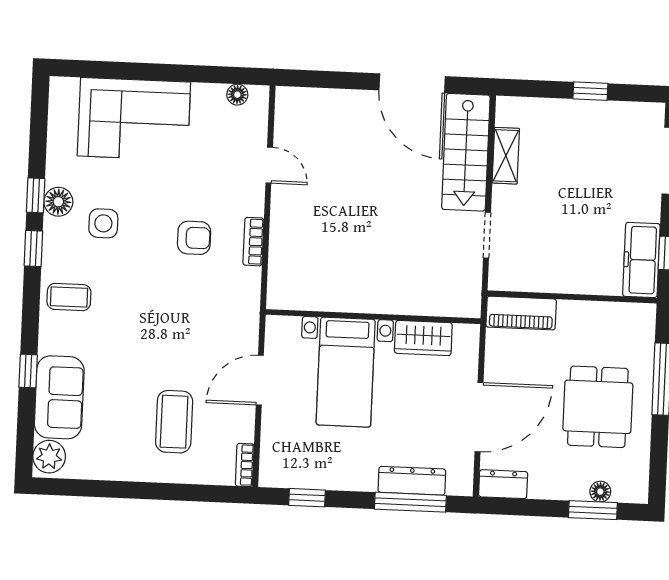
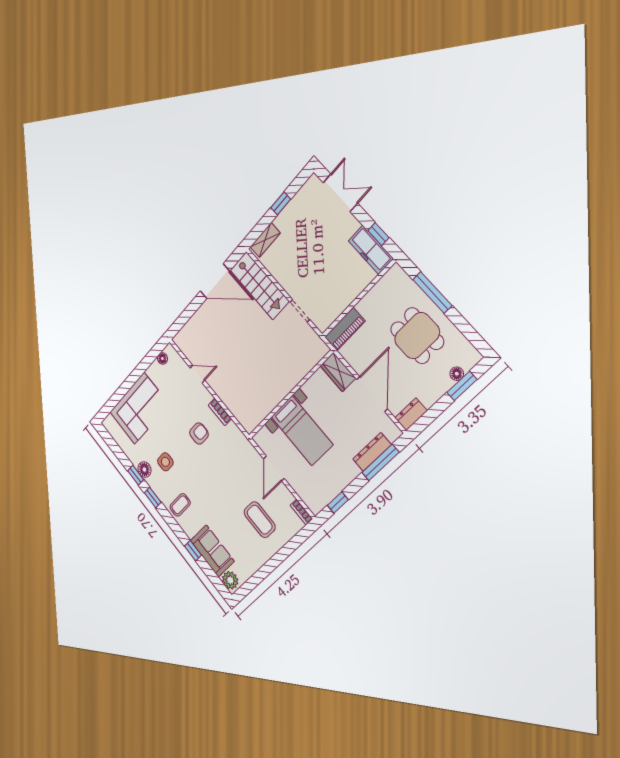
shelving: (506, 156) -> (265, 240), moved, turned 90
wardrobe: (423, 338) -> (338, 372), moved, turned 90

